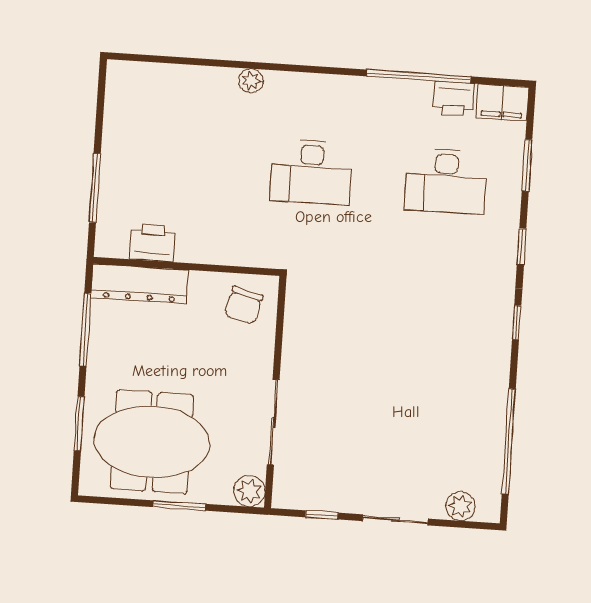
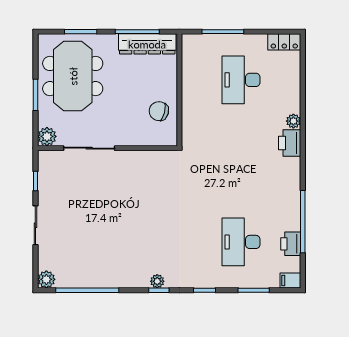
locker: (119, 87) -> (284, 42), added
filing cabinet: (502, 102) -> (290, 281), width x0.50
desk: (311, 172) -> (241, 80), moved
printer: (153, 242) -> (290, 143), moved, turned 180
dresser: (140, 284) -> (147, 44), moved, turned -90
chair: (244, 305) -> (159, 111), moved
plant: (501, 324) -> (157, 281), added
plant: (460, 506) -> (46, 279), moved

